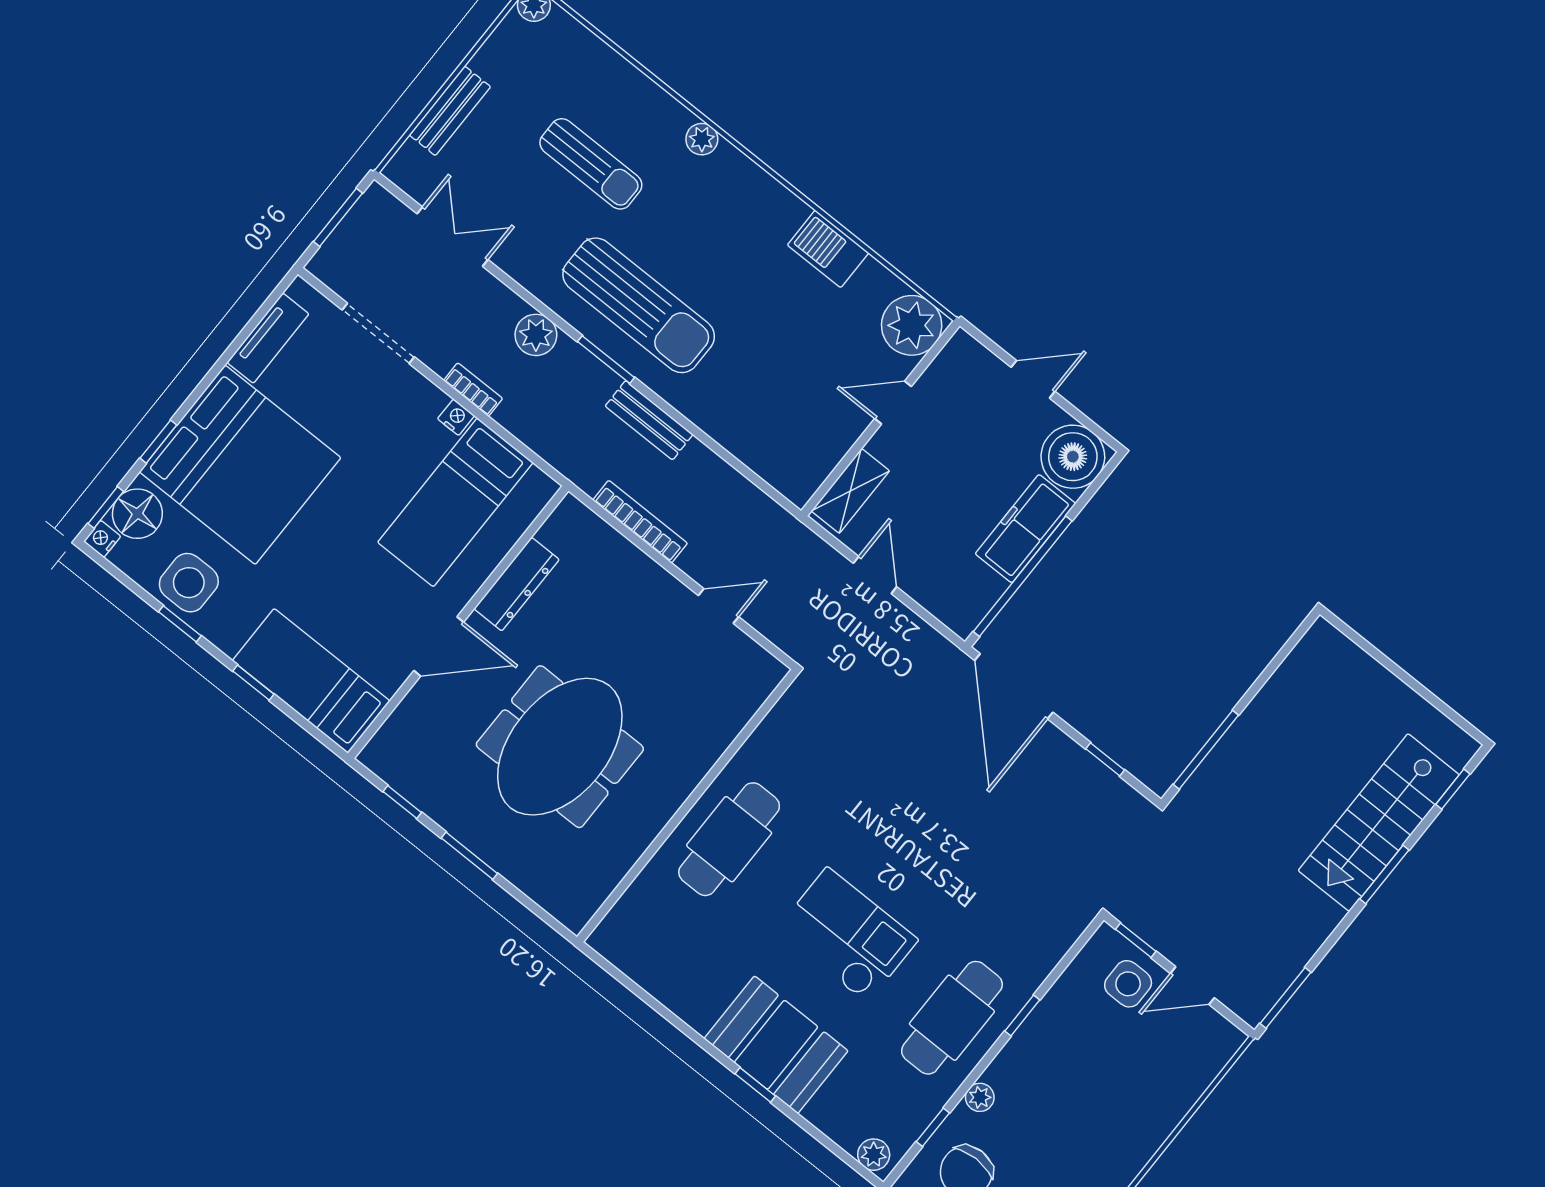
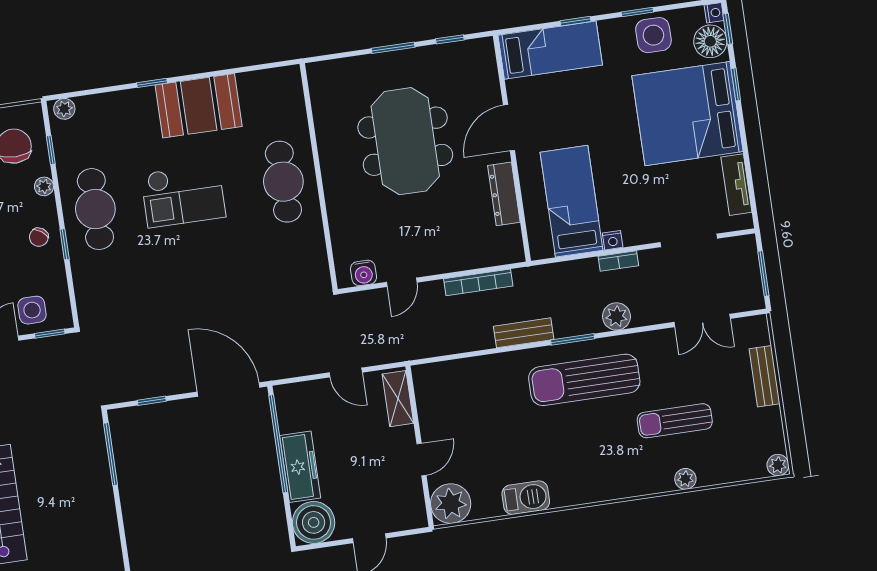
plant: (702, 139) -> (685, 479), moved
water cooler: (747, 658) -> (364, 273), added
booth: (776, 1045) -> (199, 106), moved
chair: (1041, 1051) -> (39, 237), added

